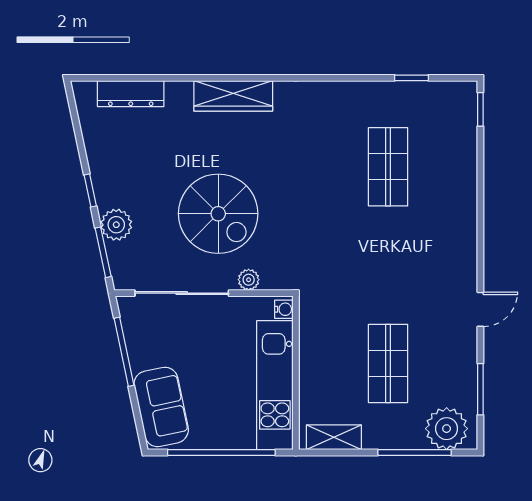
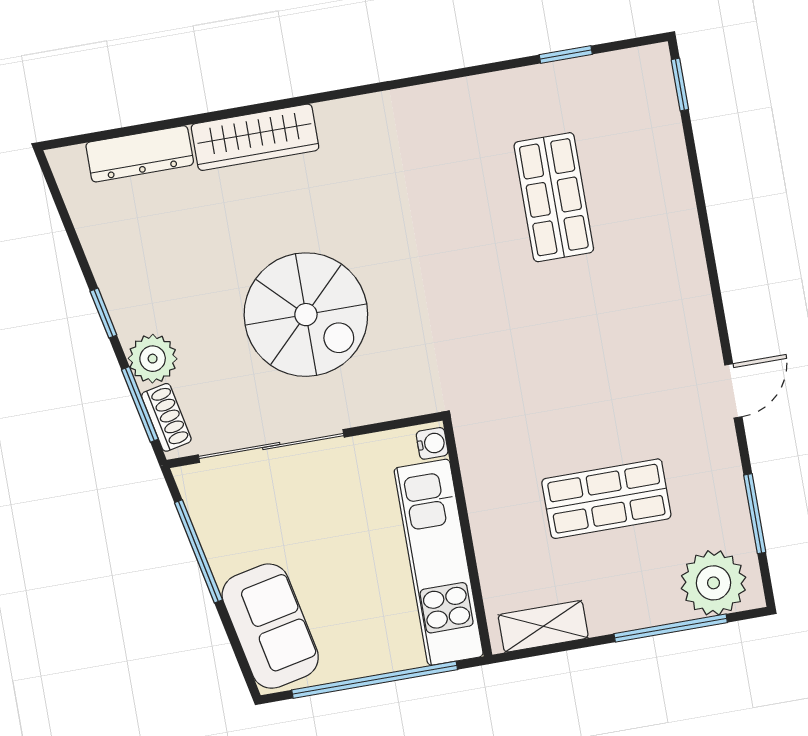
wardrobe: (233, 96) -> (255, 137), moved
shoe rack: (118, 263) -> (166, 417), added
plant: (249, 280) -> (370, 408), removed
shop shelf: (388, 363) -> (606, 499), turned 90

